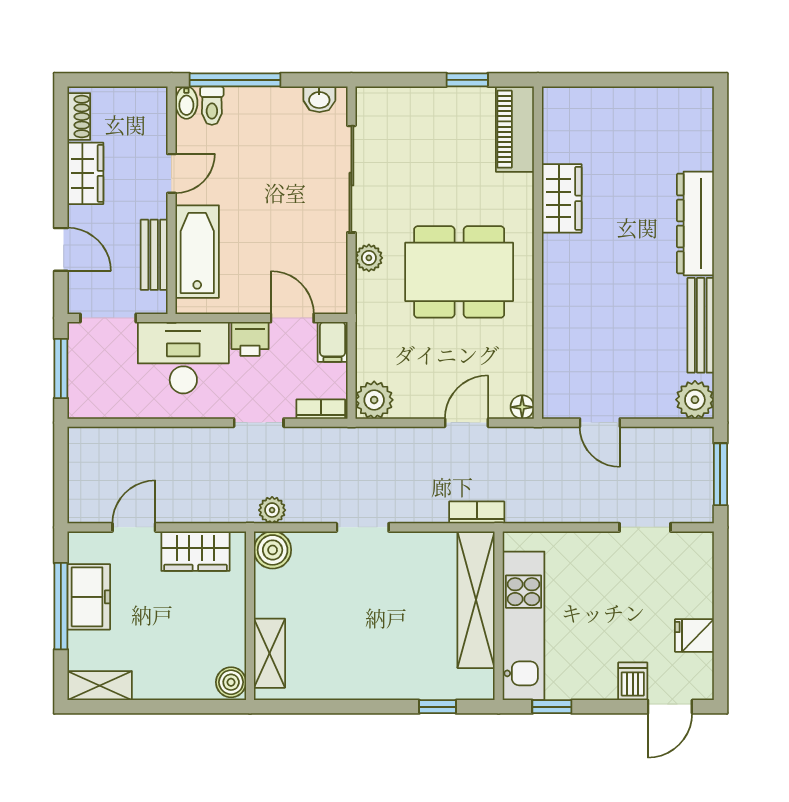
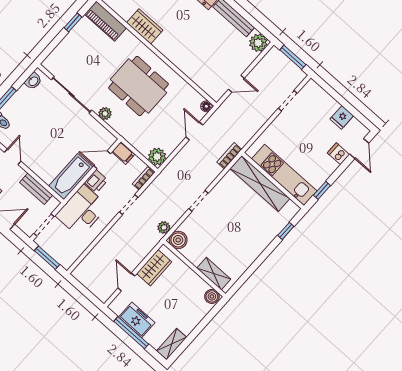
bathtub: (197, 252) -> (71, 177), moved, turned -90
dining table: (459, 272) -> (138, 86), turned 90

